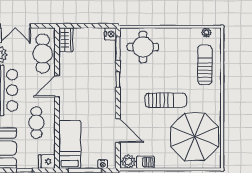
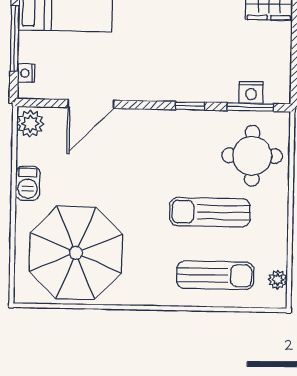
nightstand: (110, 34) -> (251, 92), moved
sun lounger: (166, 100) -> (210, 212), moved, turned 90
barbecue: (145, 162) -> (28, 183), moved

